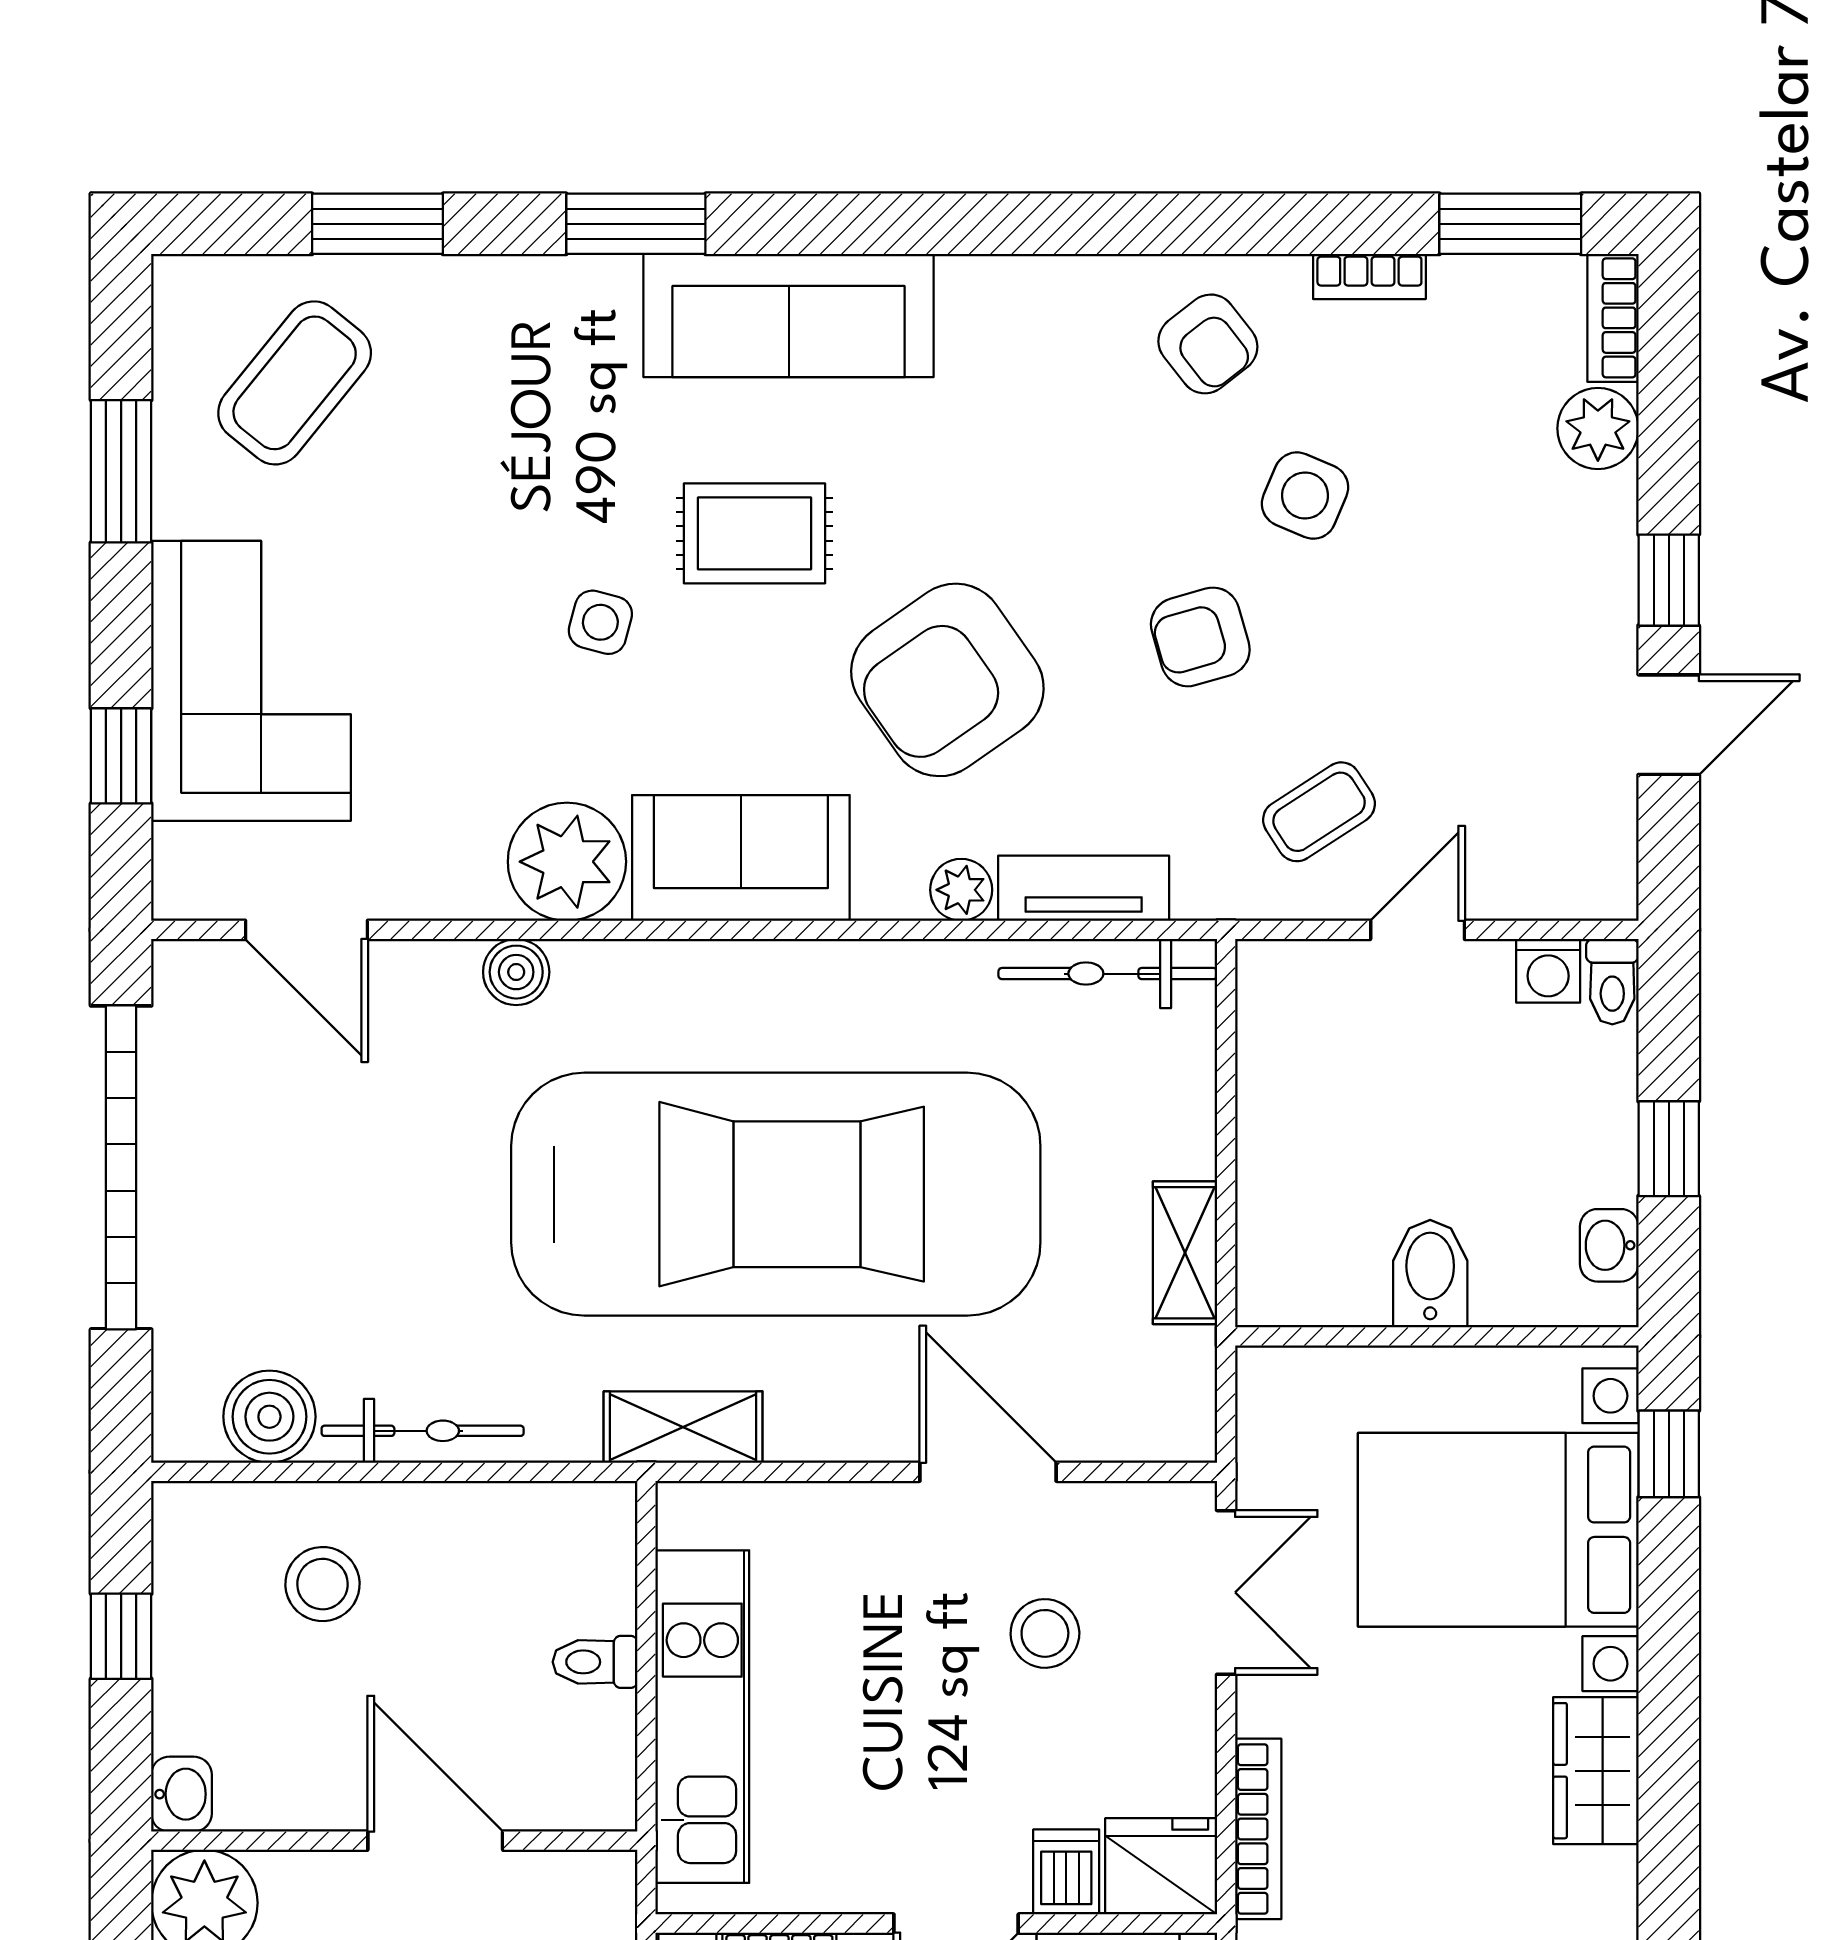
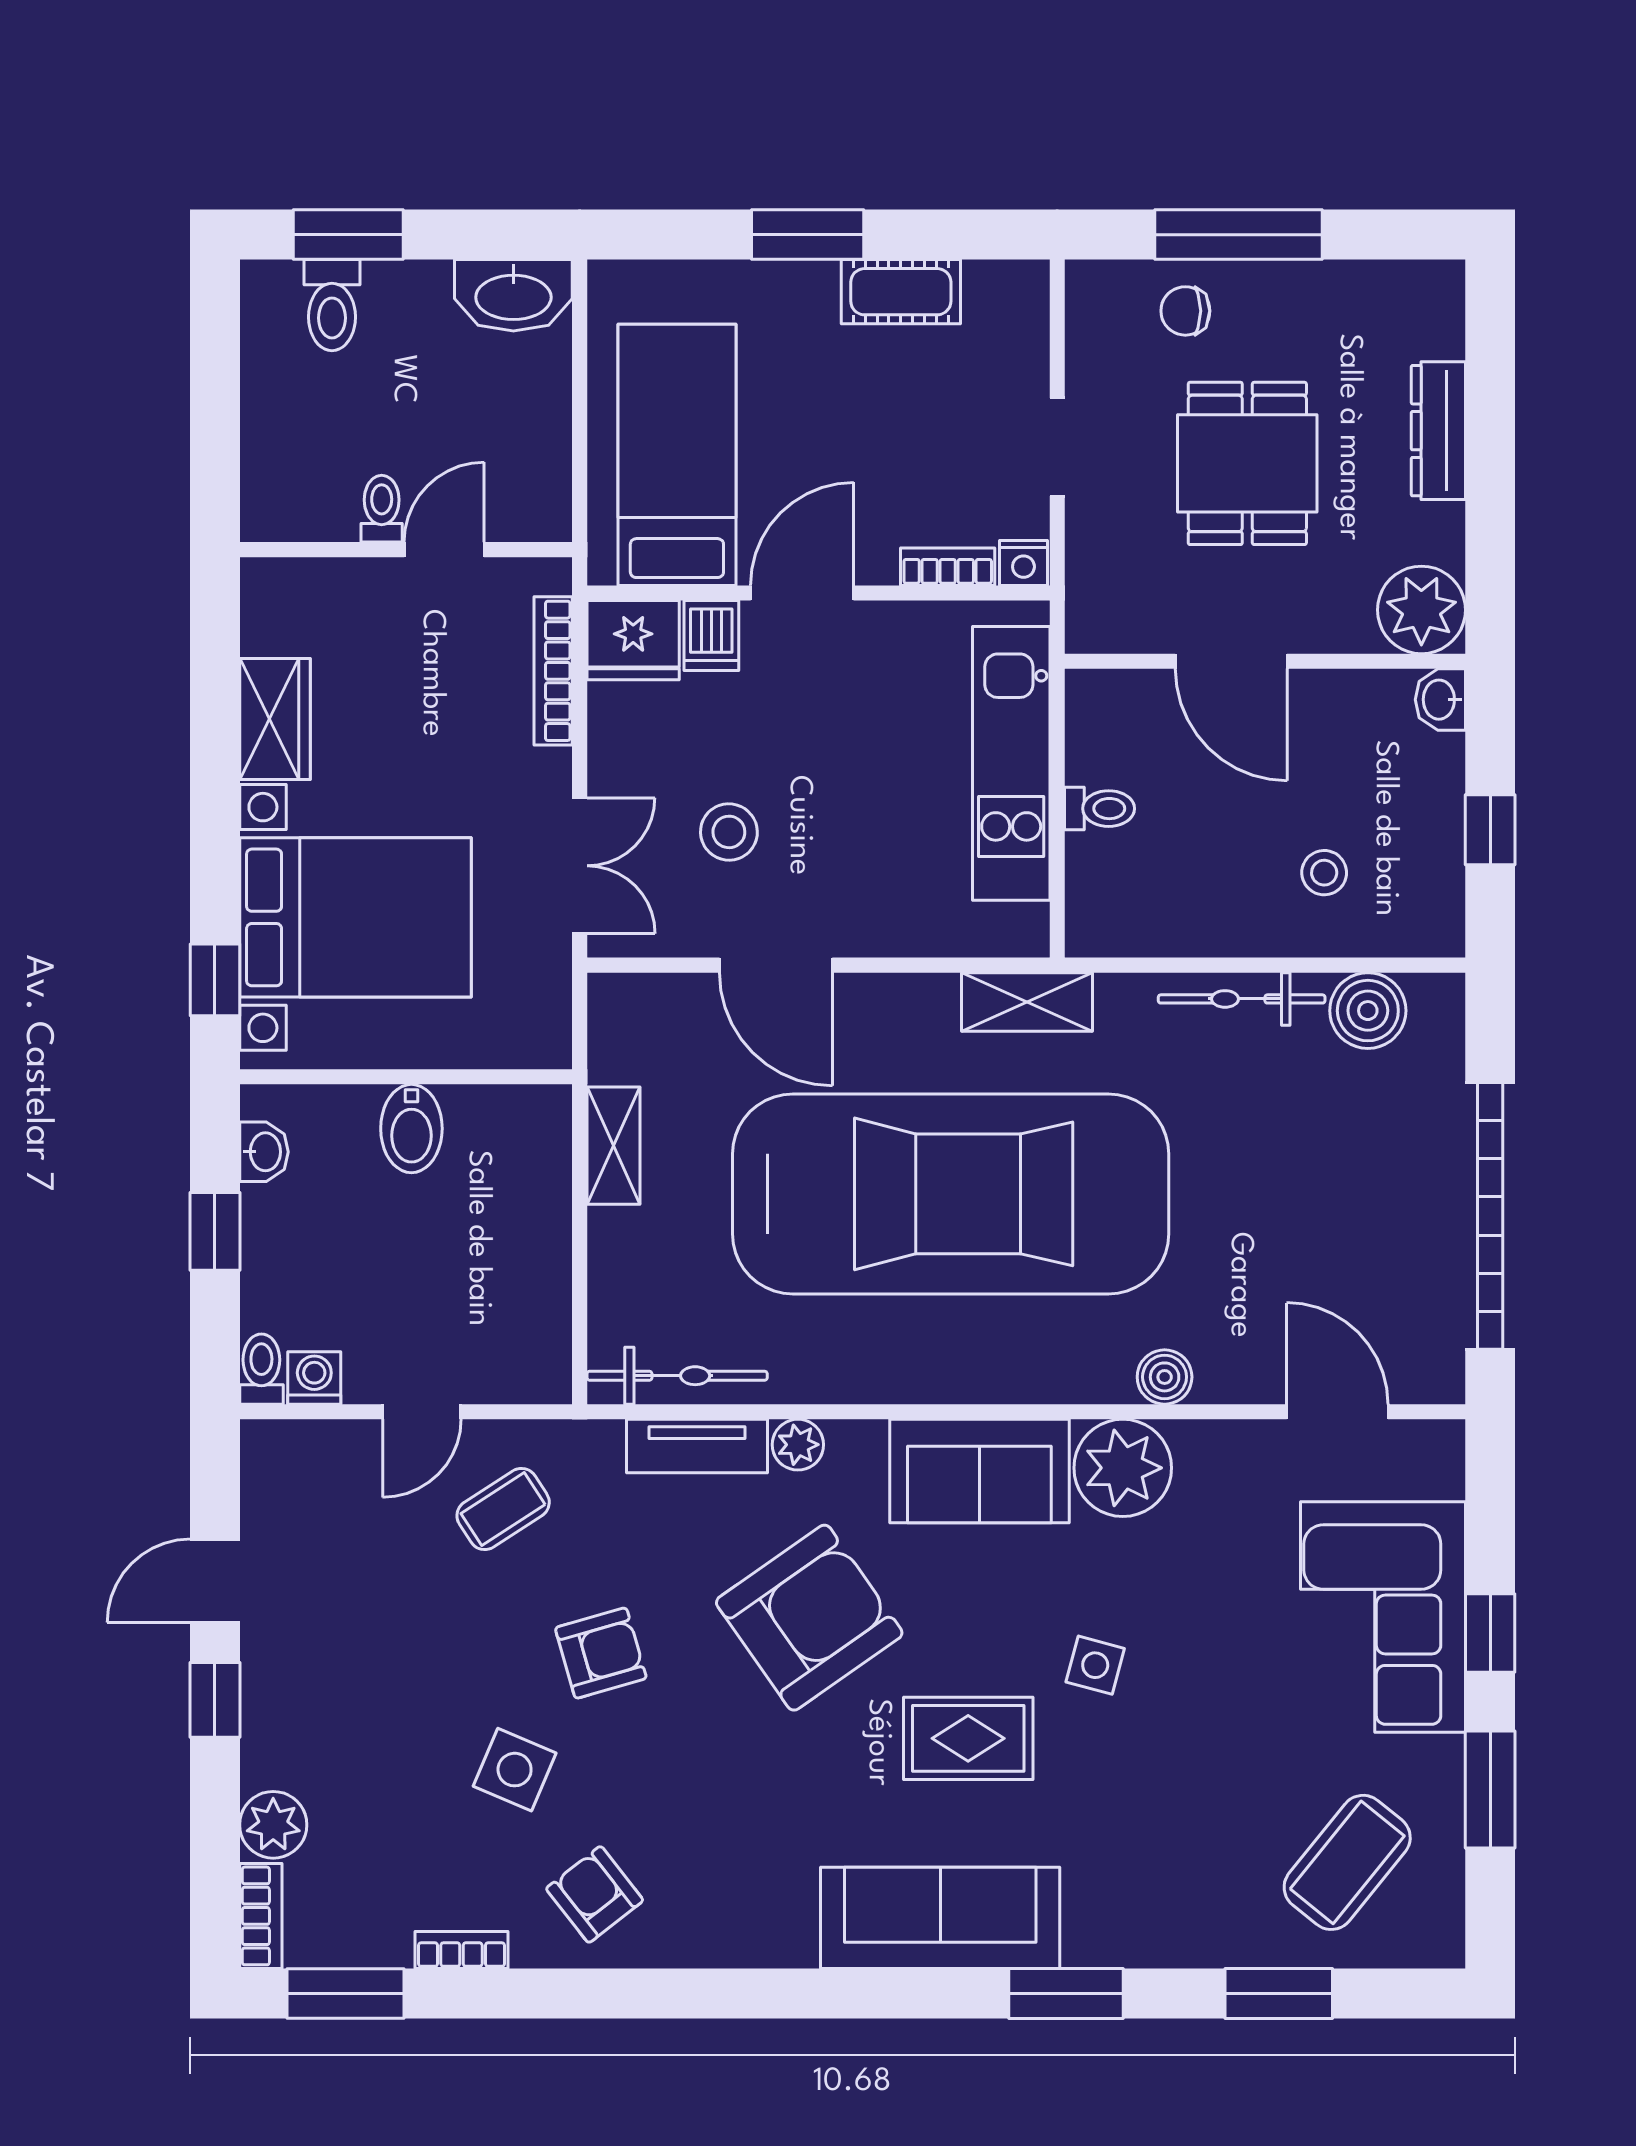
window: (121, 756) -> (1490, 1633), moved
car: (776, 1194) -> (951, 1194), turned 180
stool: (322, 1584) -> (1324, 873), width x0.73, depth x0.73
double door: (1226, 1592) -> (580, 866), swing flipped

